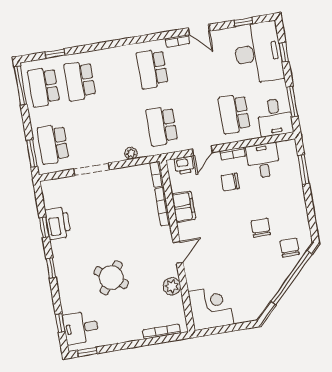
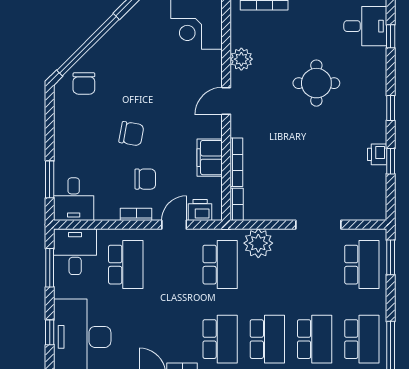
school desk: (116, 75) -> (267, 339), added
plant: (131, 153) -> (258, 243), width x1.87, depth x1.87
desk: (263, 161) -> (74, 199), moved
printer: (58, 223) -> (377, 154), width x0.53, depth x0.68
chair: (261, 228) -> (131, 134), moved, turned -80
round table: (111, 278) -> (316, 83), turned -36

